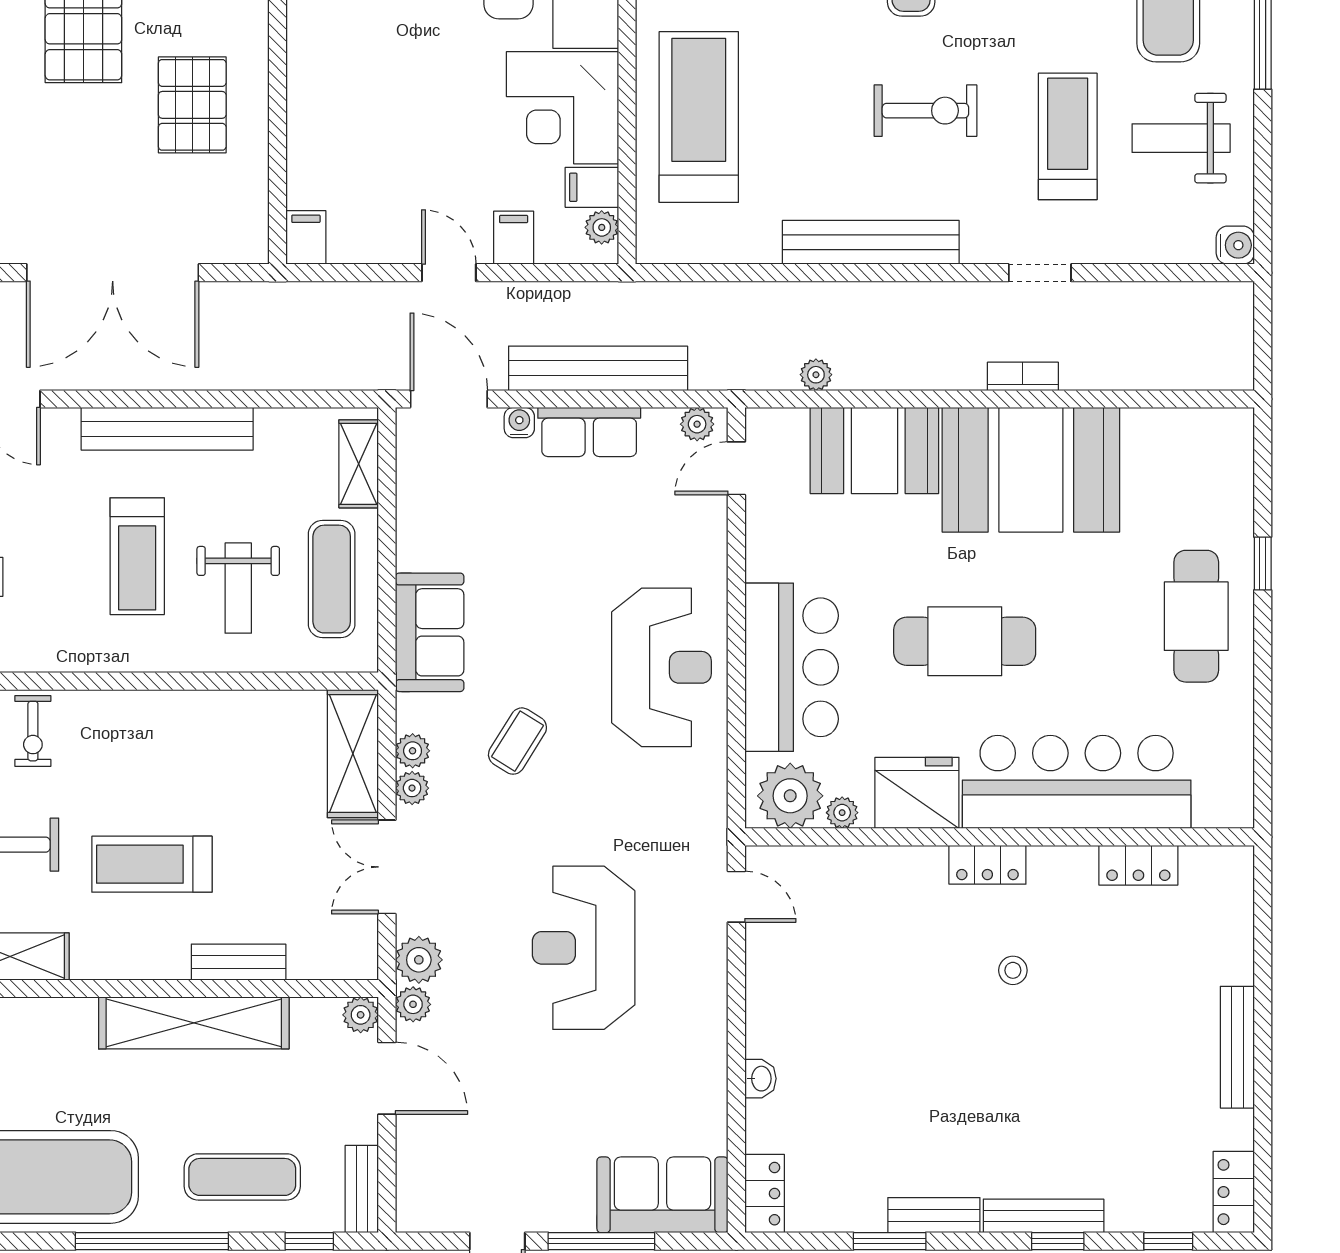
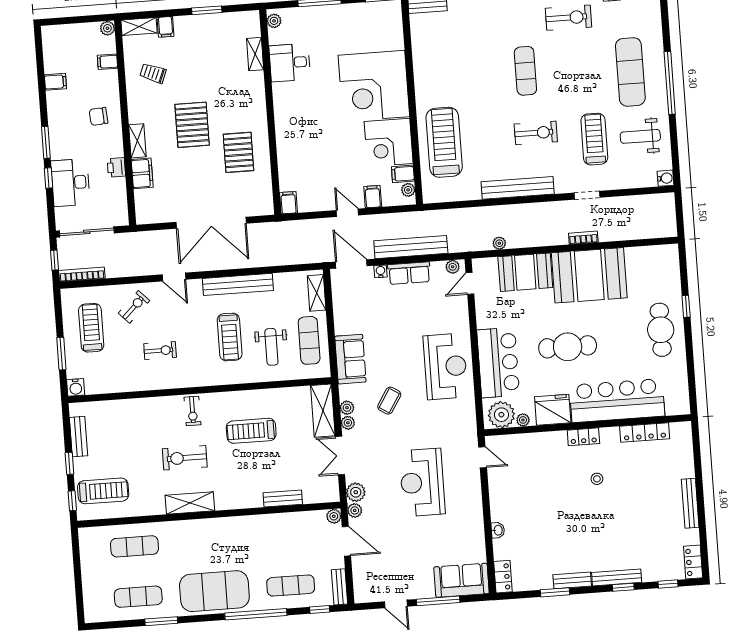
treadmill: (152, 864) -> (251, 431), moved
locker: (1138, 865) -> (645, 432), width x1.53
shelving: (194, 1023) -> (266, 525), removed

